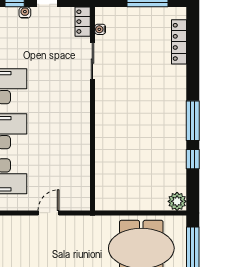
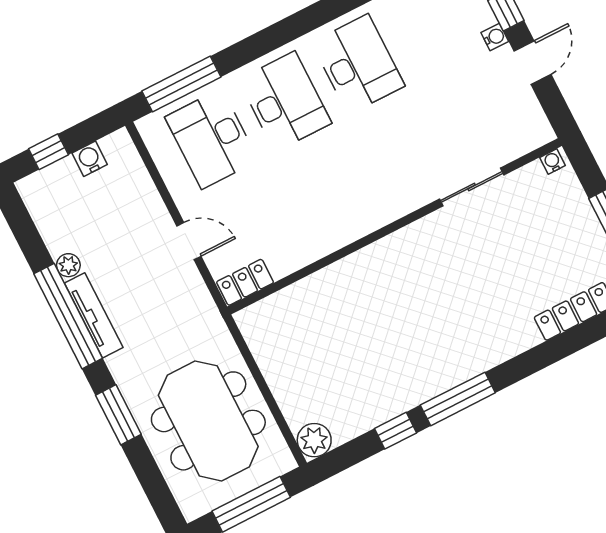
locker: (83, 22) -> (245, 282), moved
water cooler: (100, 29) -> (552, 161), moved

